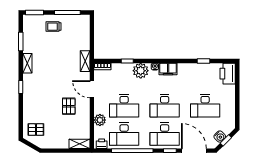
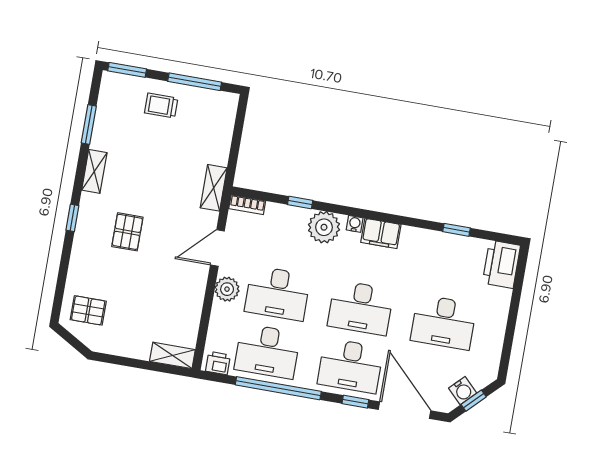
door: (92, 89) -> (217, 248), hinge flipped
pallet: (69, 106) -> (127, 232), moved
plant: (100, 120) -> (227, 289), moved

